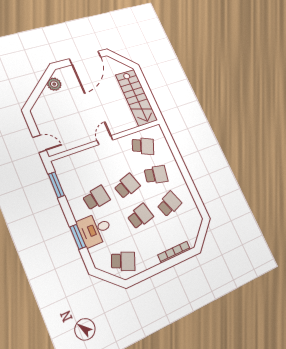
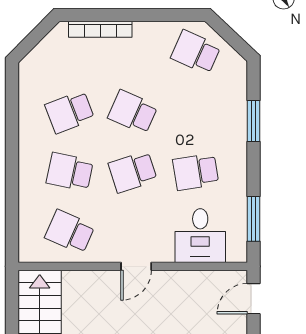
door: (40, 144) -> (253, 299), hinge flipped
school desk: (140, 216) -> (133, 112), turned 39
desk: (95, 229) -> (200, 236), moved, turned 90

